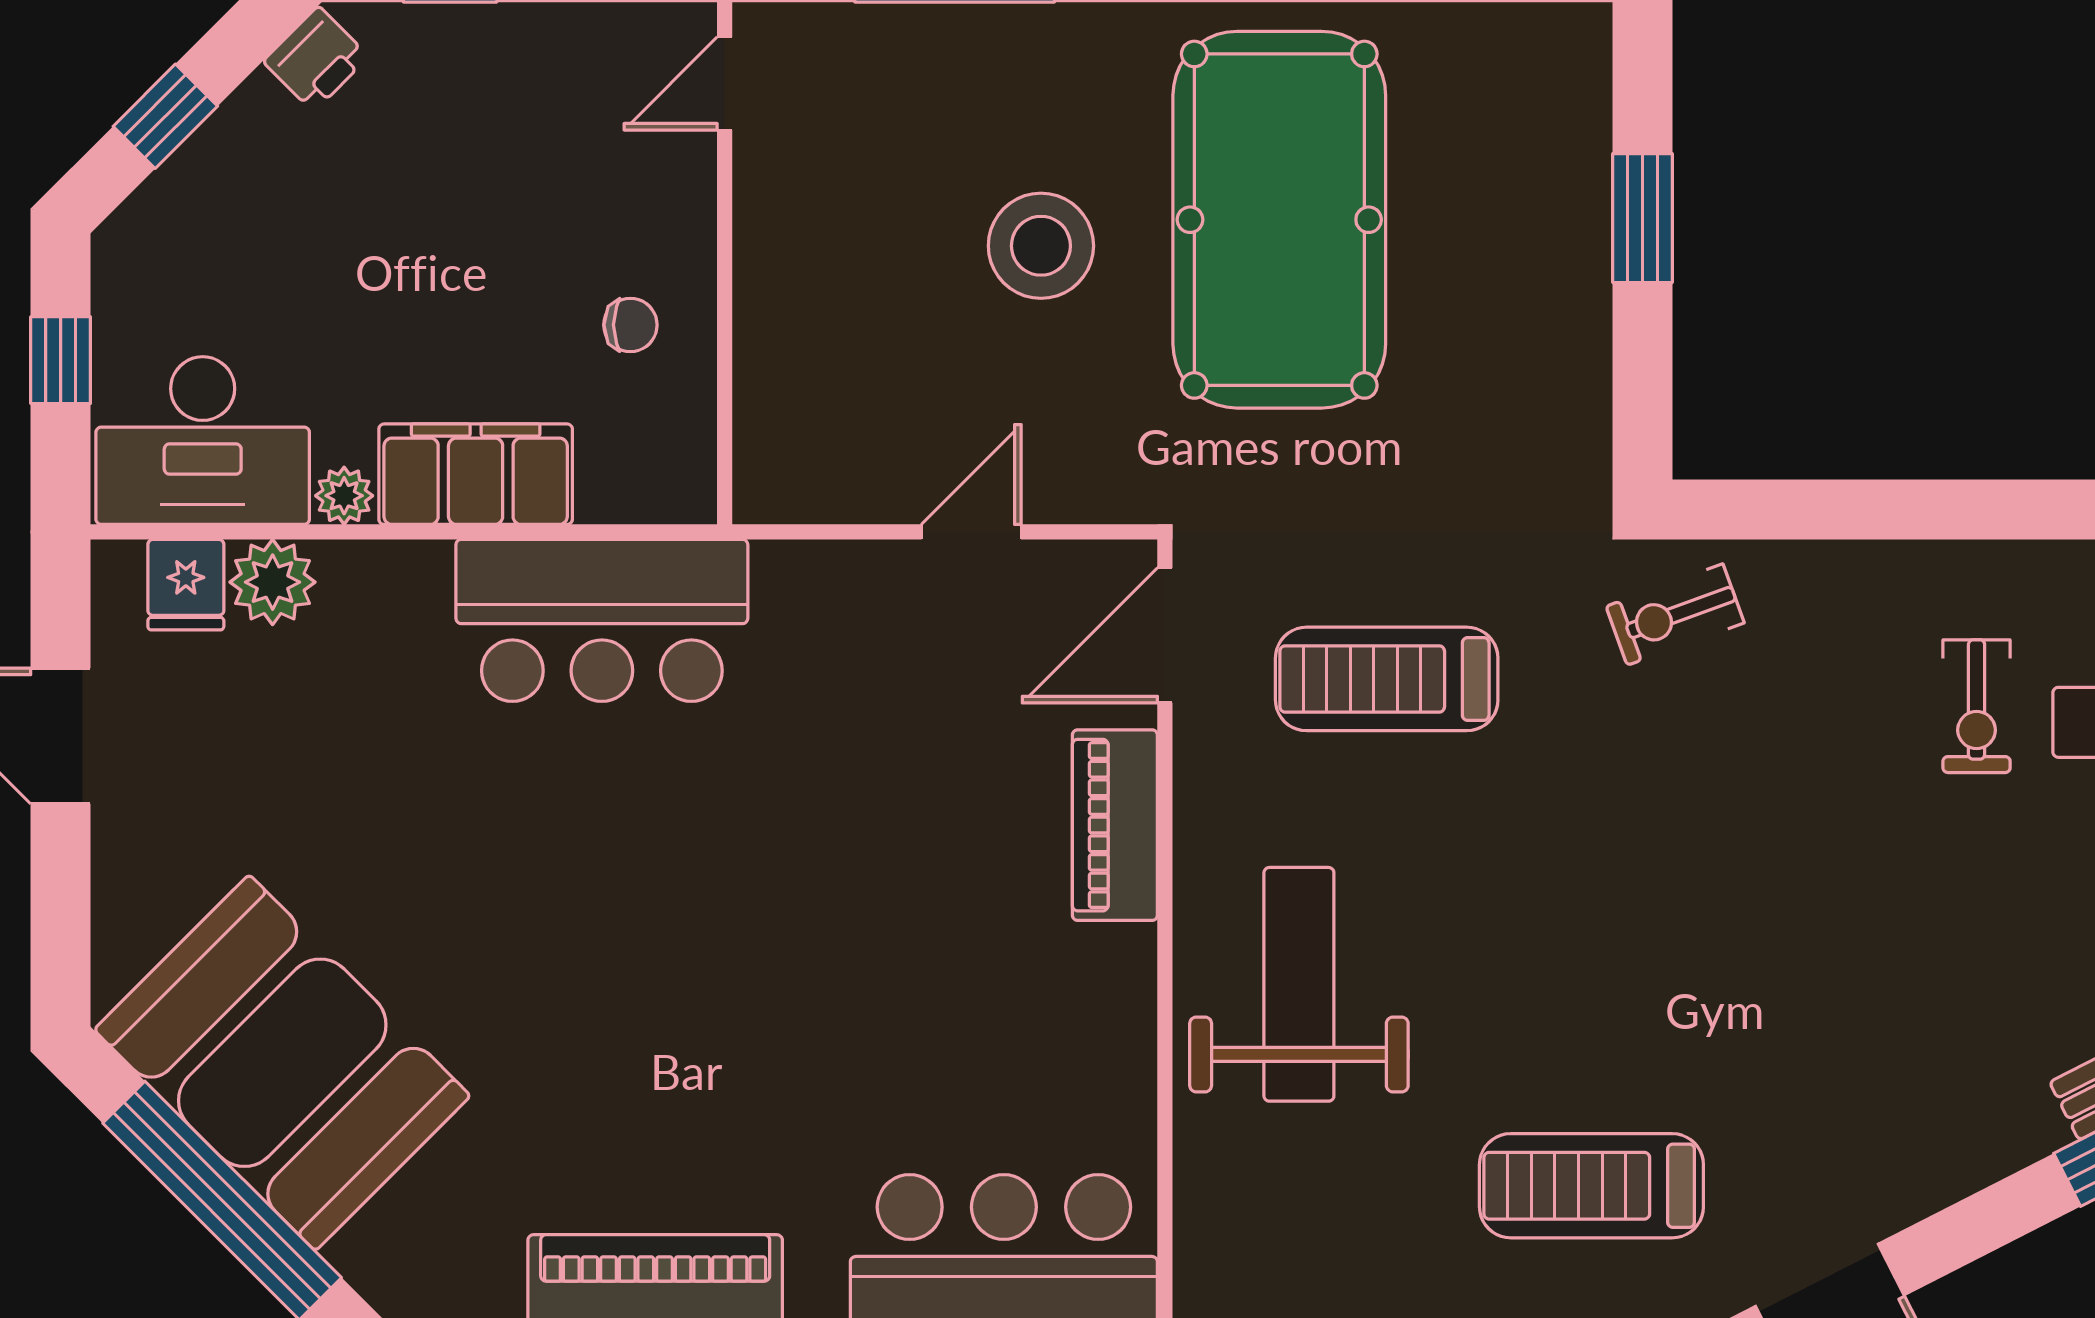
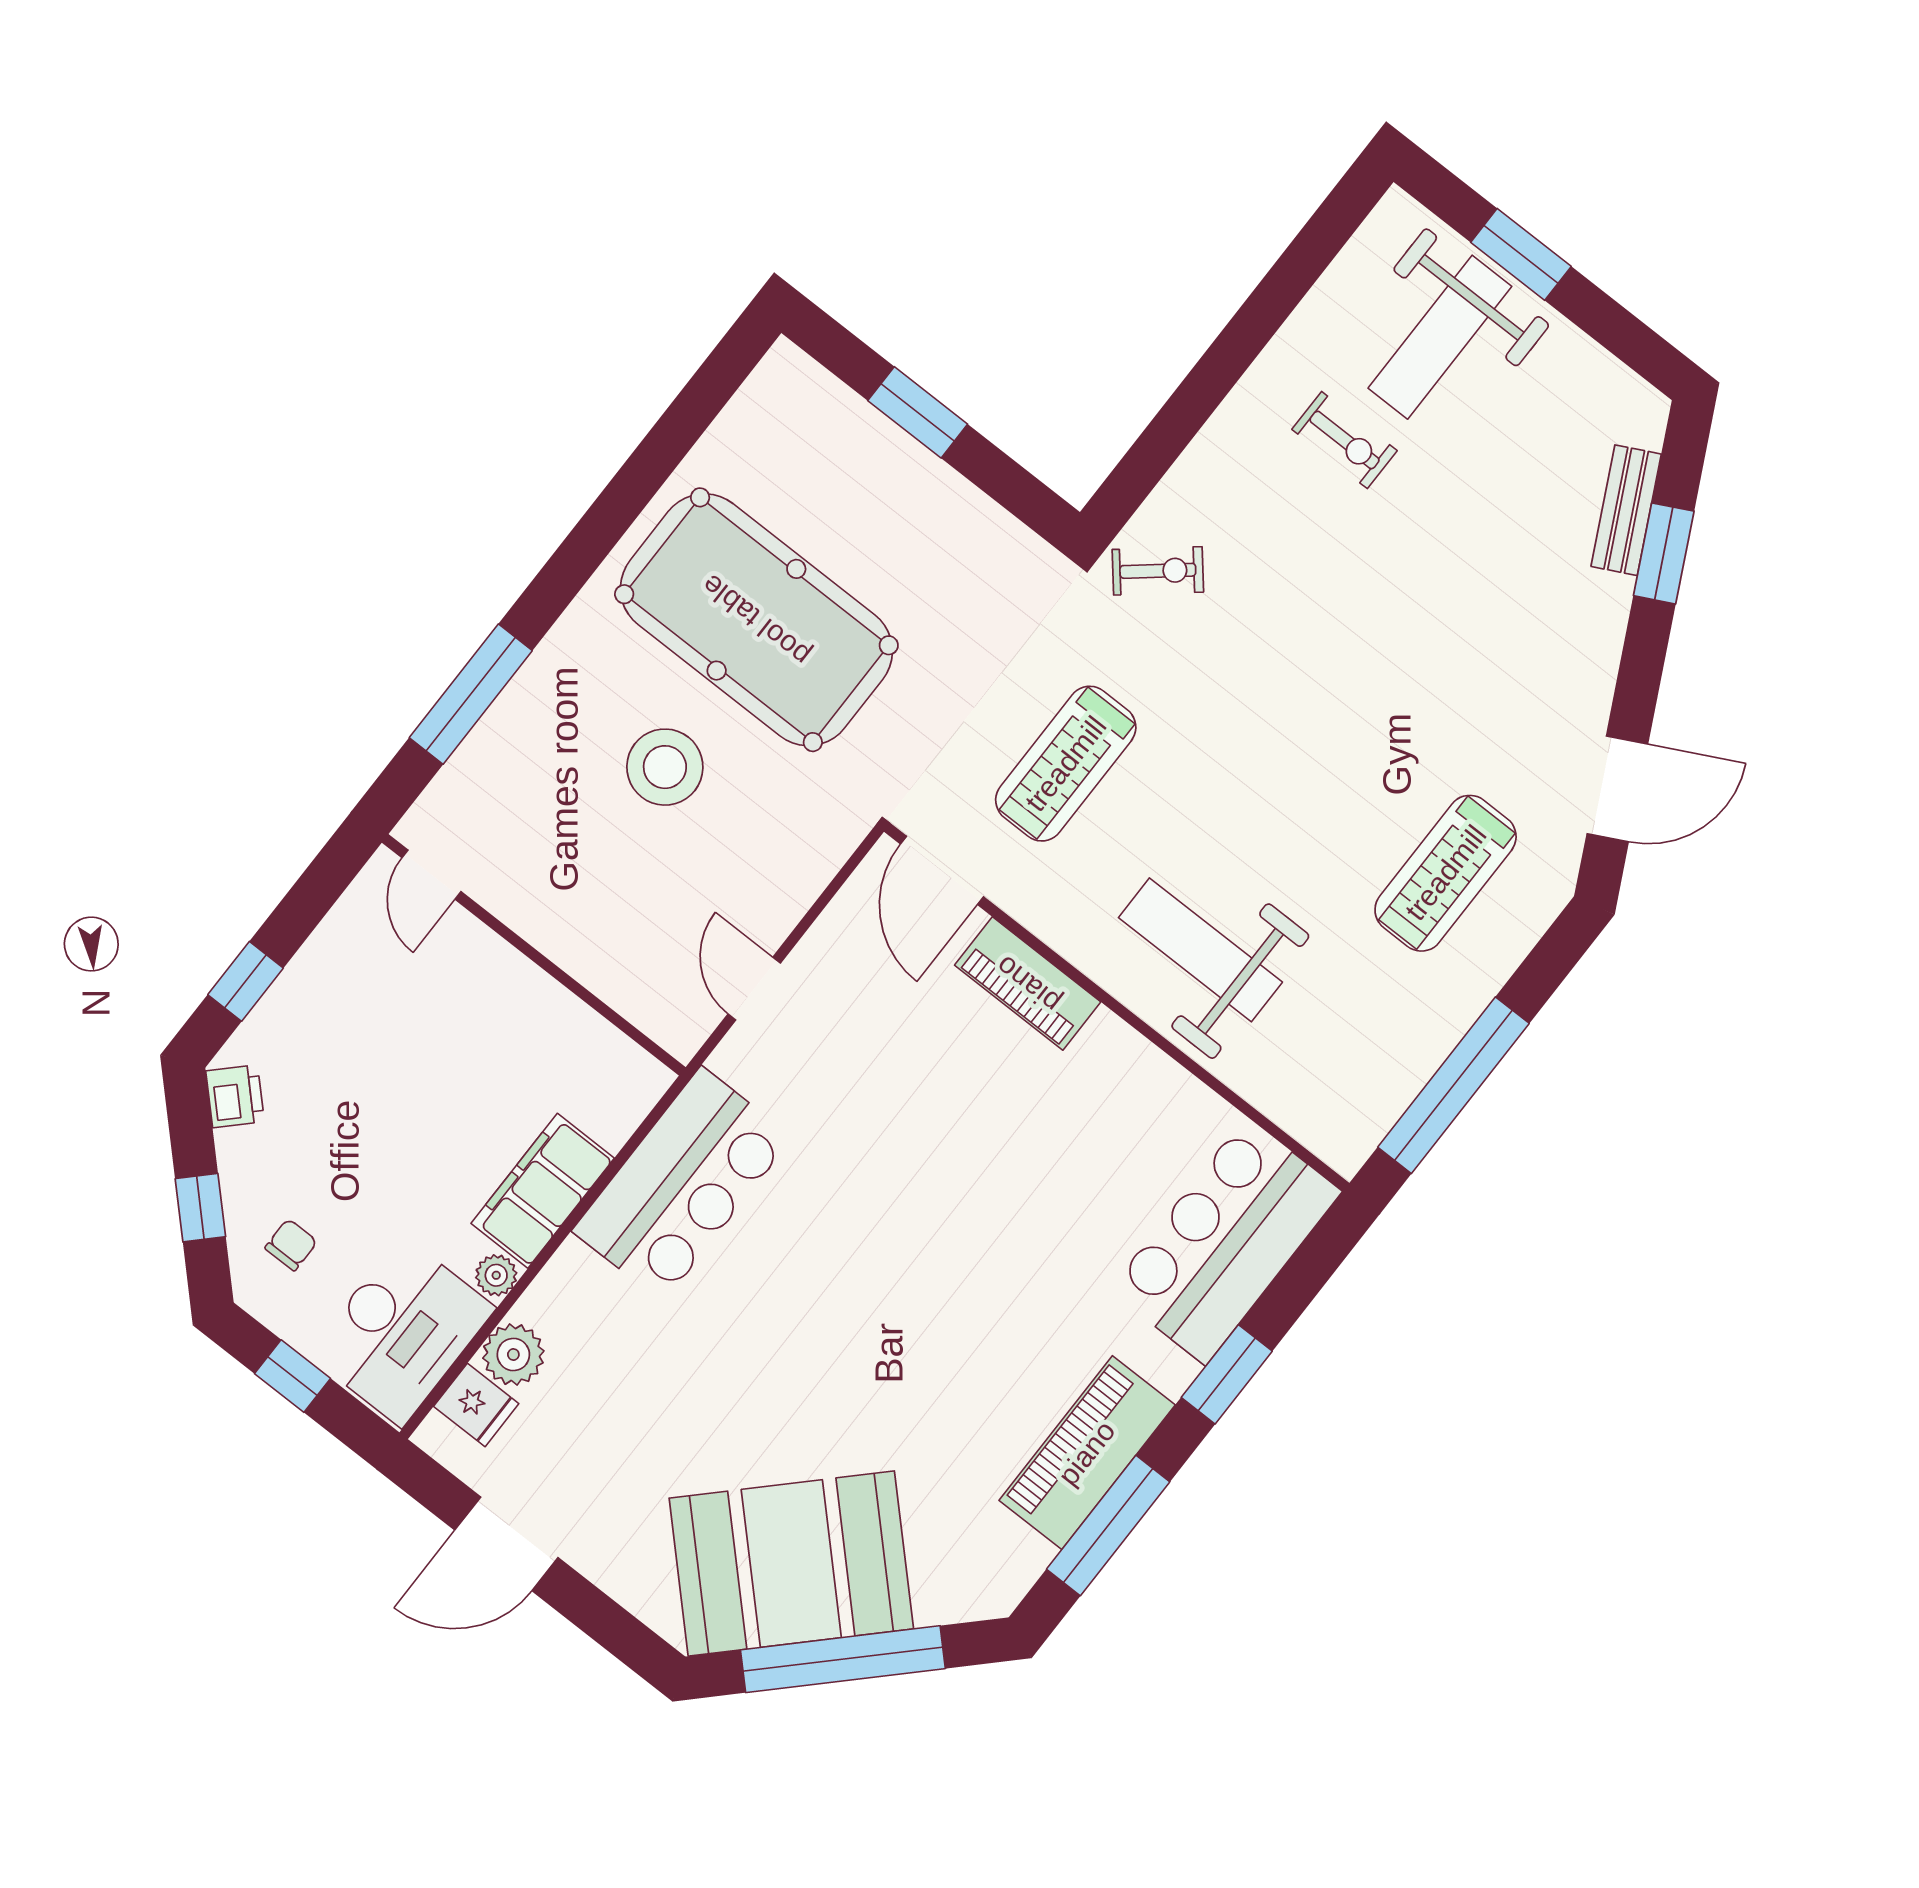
chair: (630, 325) -> (291, 1245), moved
door: (971, 532) -> (754, 989), moved
exercise bike: (1675, 615) -> (1158, 571), turned -110

